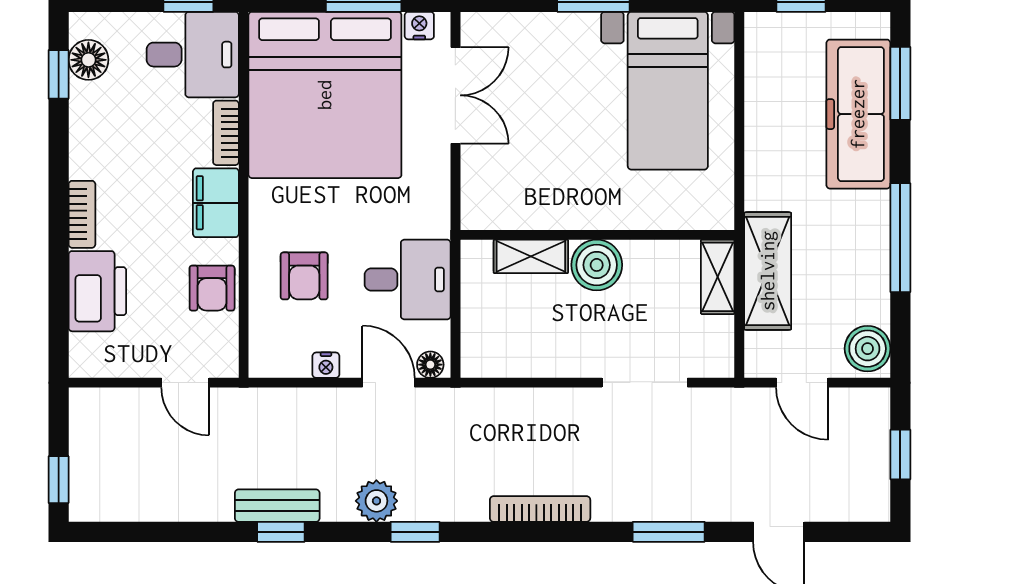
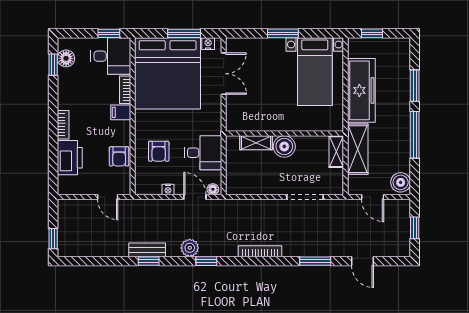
window: (900, 83) -> (415, 86), moved
freezer: (858, 114) -> (361, 90), moved, turned 180
filing cabinet: (216, 203) -> (121, 112), width x0.50

